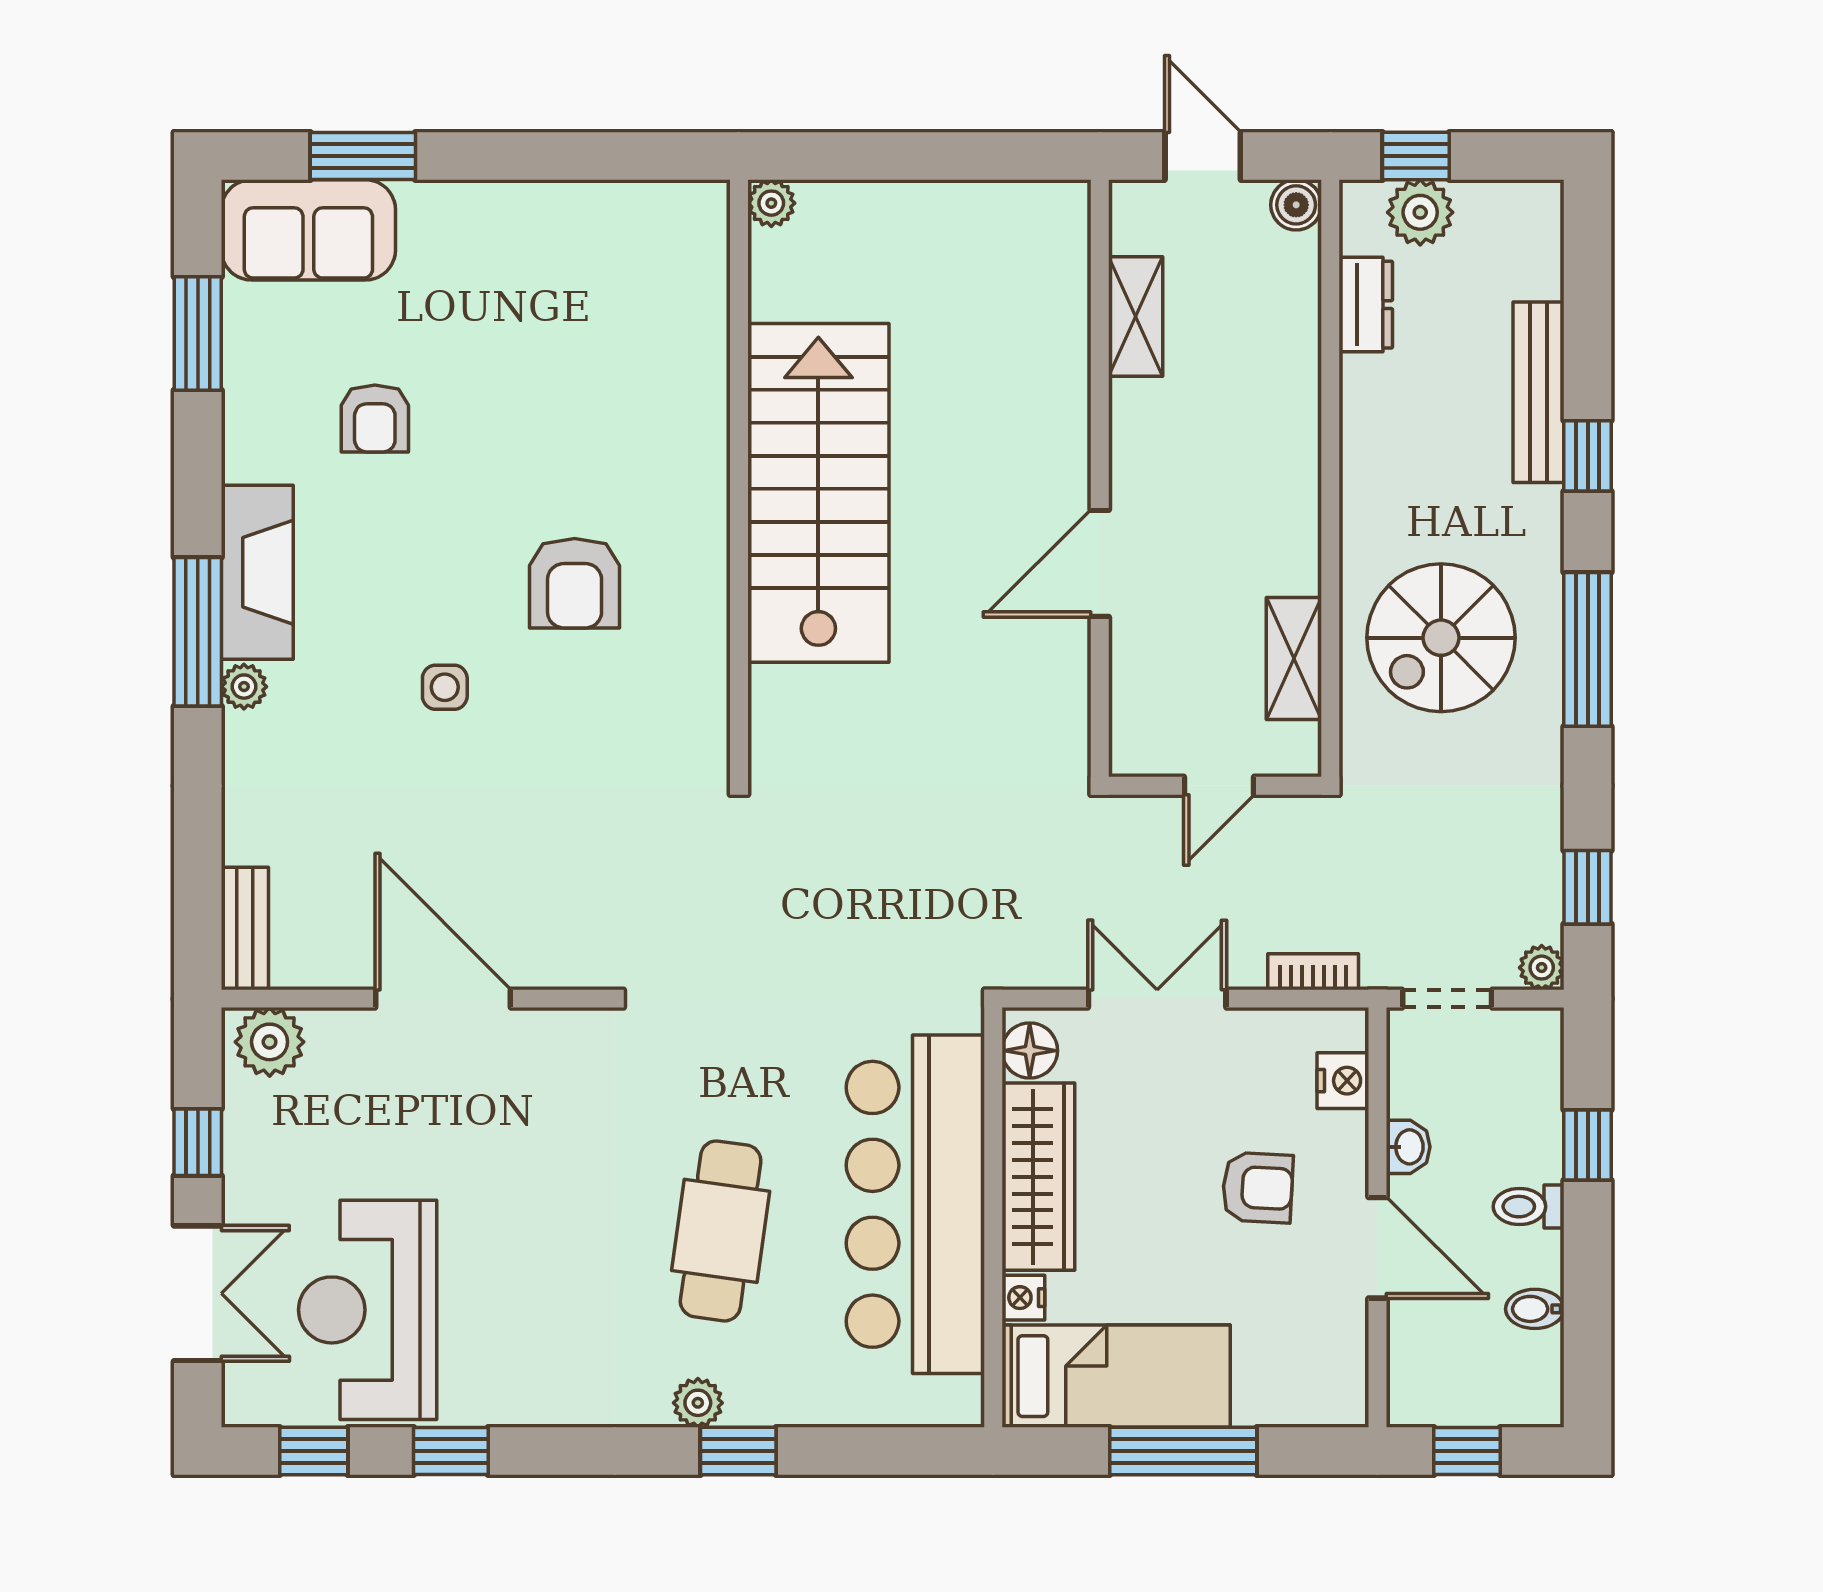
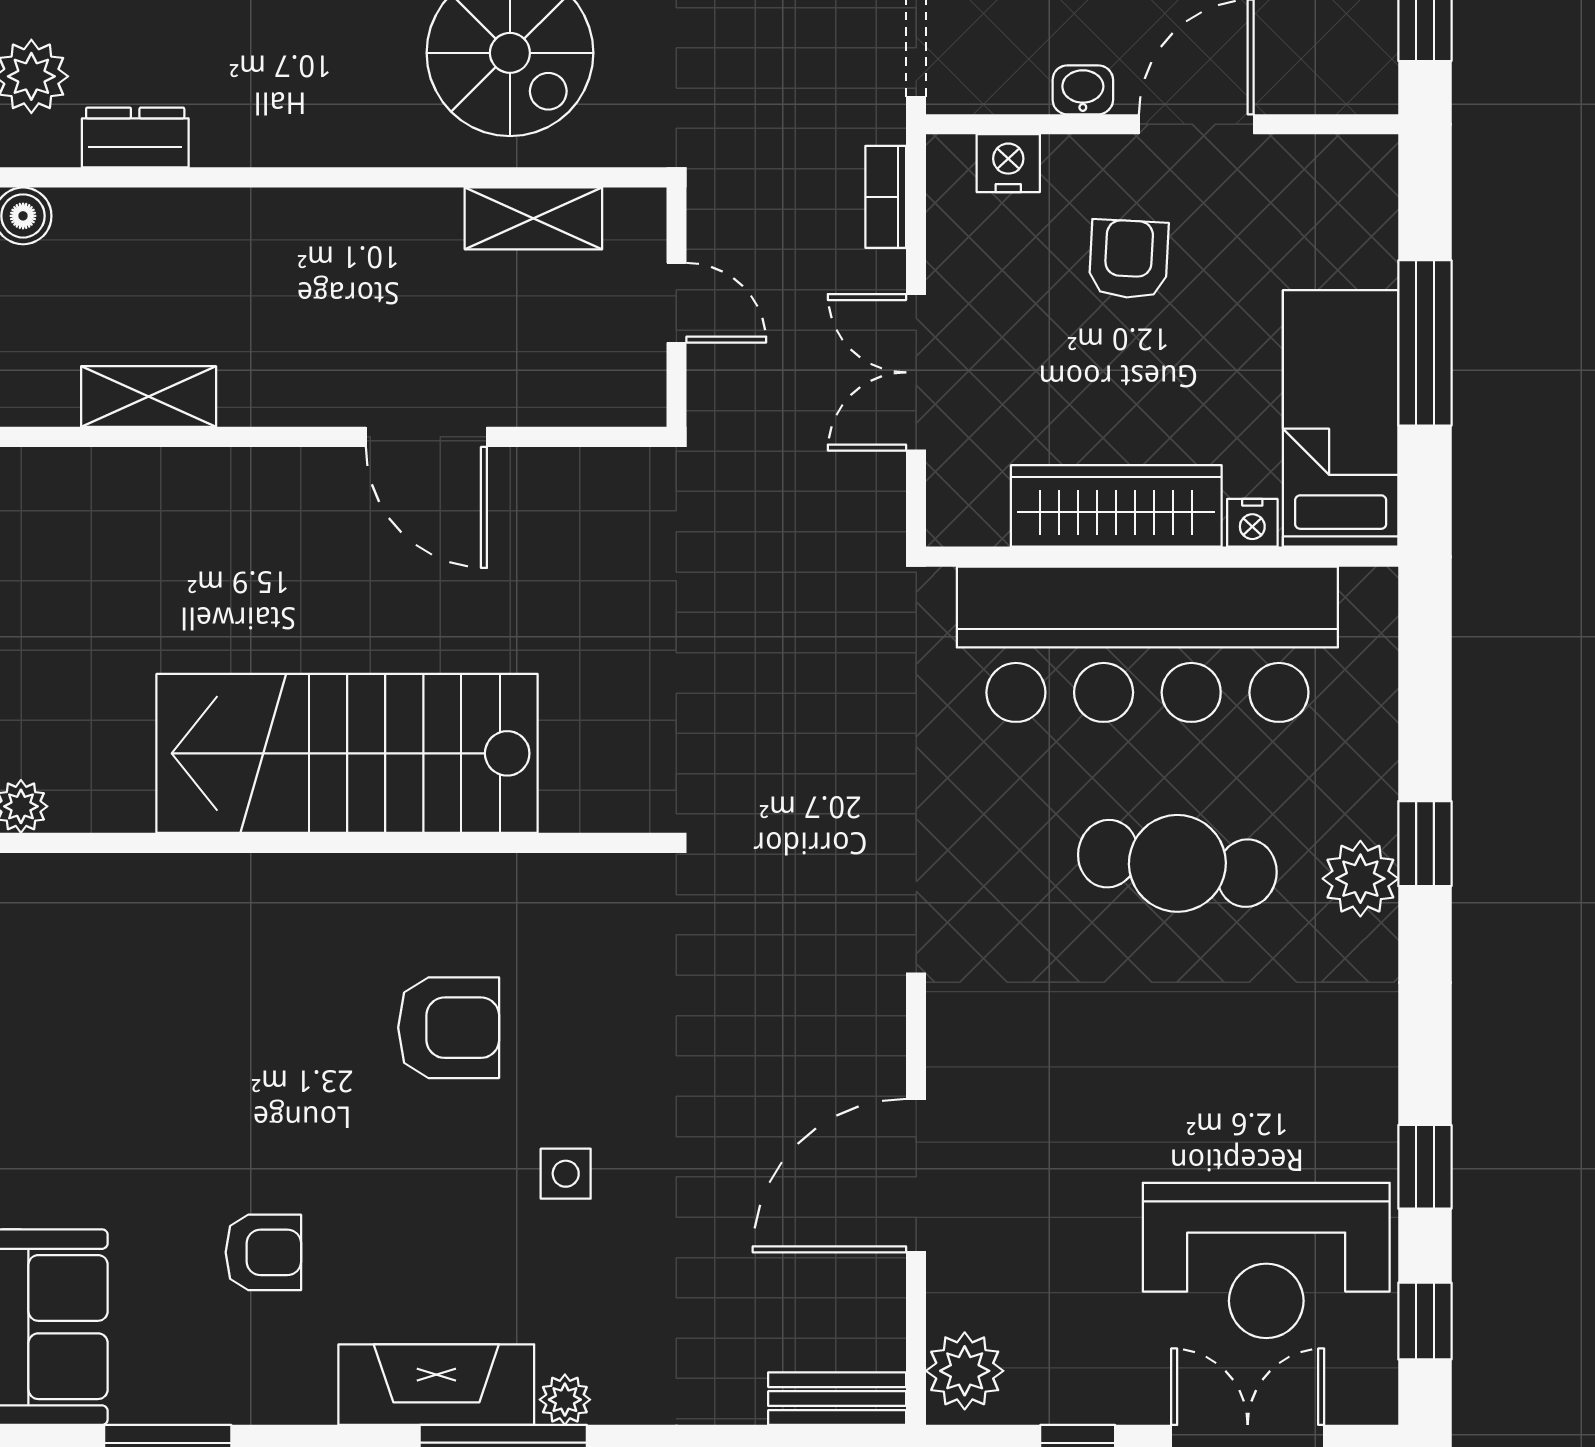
floor lamp: (1030, 1051) -> (974, 516), removed
plant: (698, 1403) -> (1360, 879), width x1.38, depth x1.38

